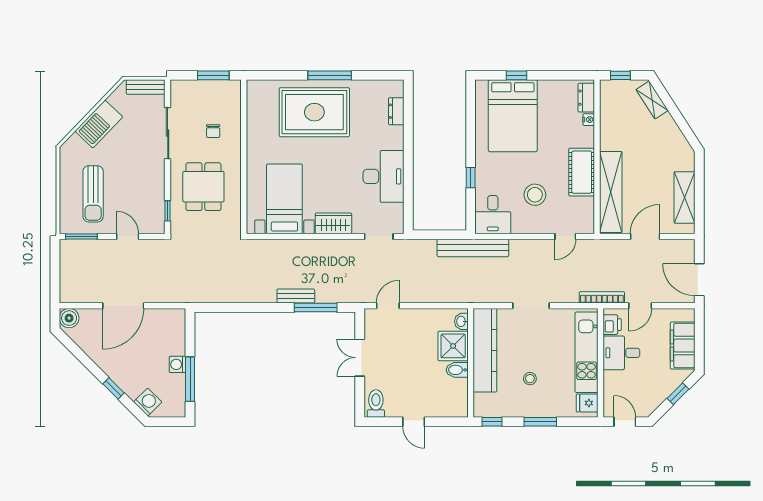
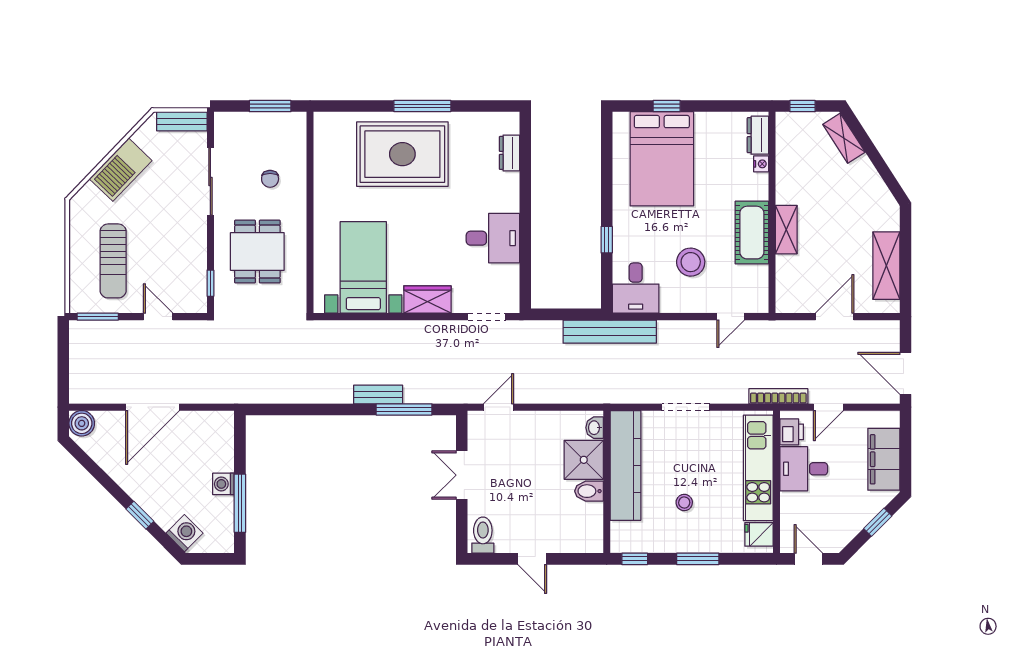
desk: (384, 176) -> (493, 238), width x0.73
shelving: (611, 192) -> (786, 230), width x0.45, depth x0.75

